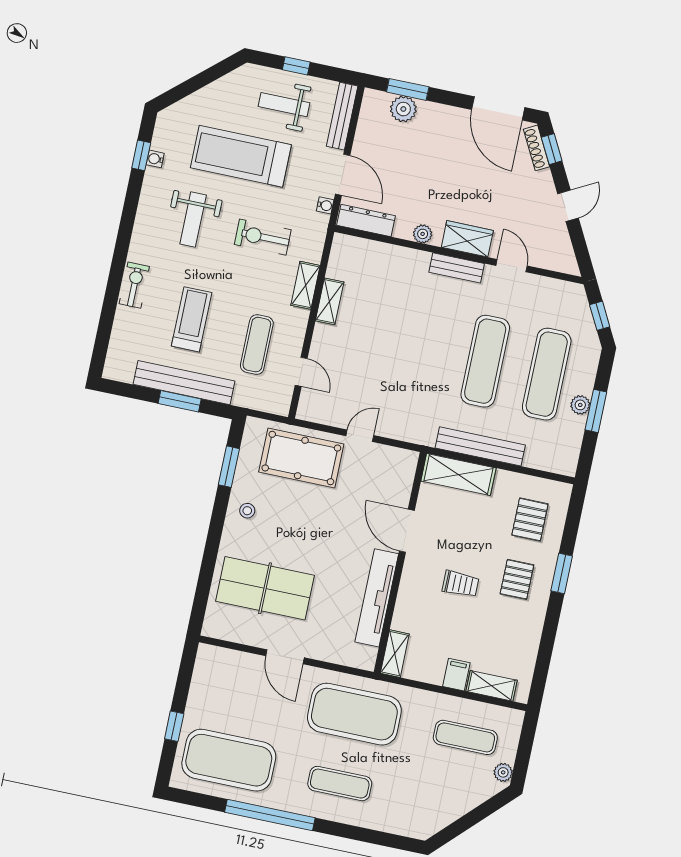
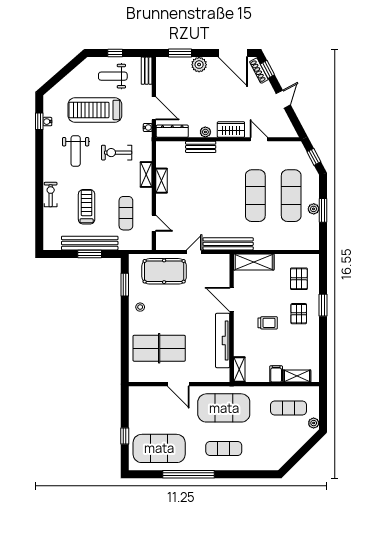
plant: (403, 109) -> (199, 65), moved
bench: (342, 116) -> (147, 71), width x0.73
bench: (457, 268) -> (201, 147), moved
bench: (480, 446) -> (228, 244), moved

